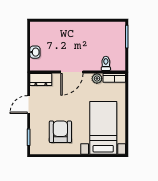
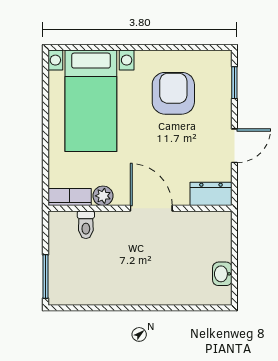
washbasin: (35, 52) -> (222, 274), moved
door: (72, 72) -> (151, 208), hinge flipped
armchair: (60, 132) -> (173, 93), turned 180

